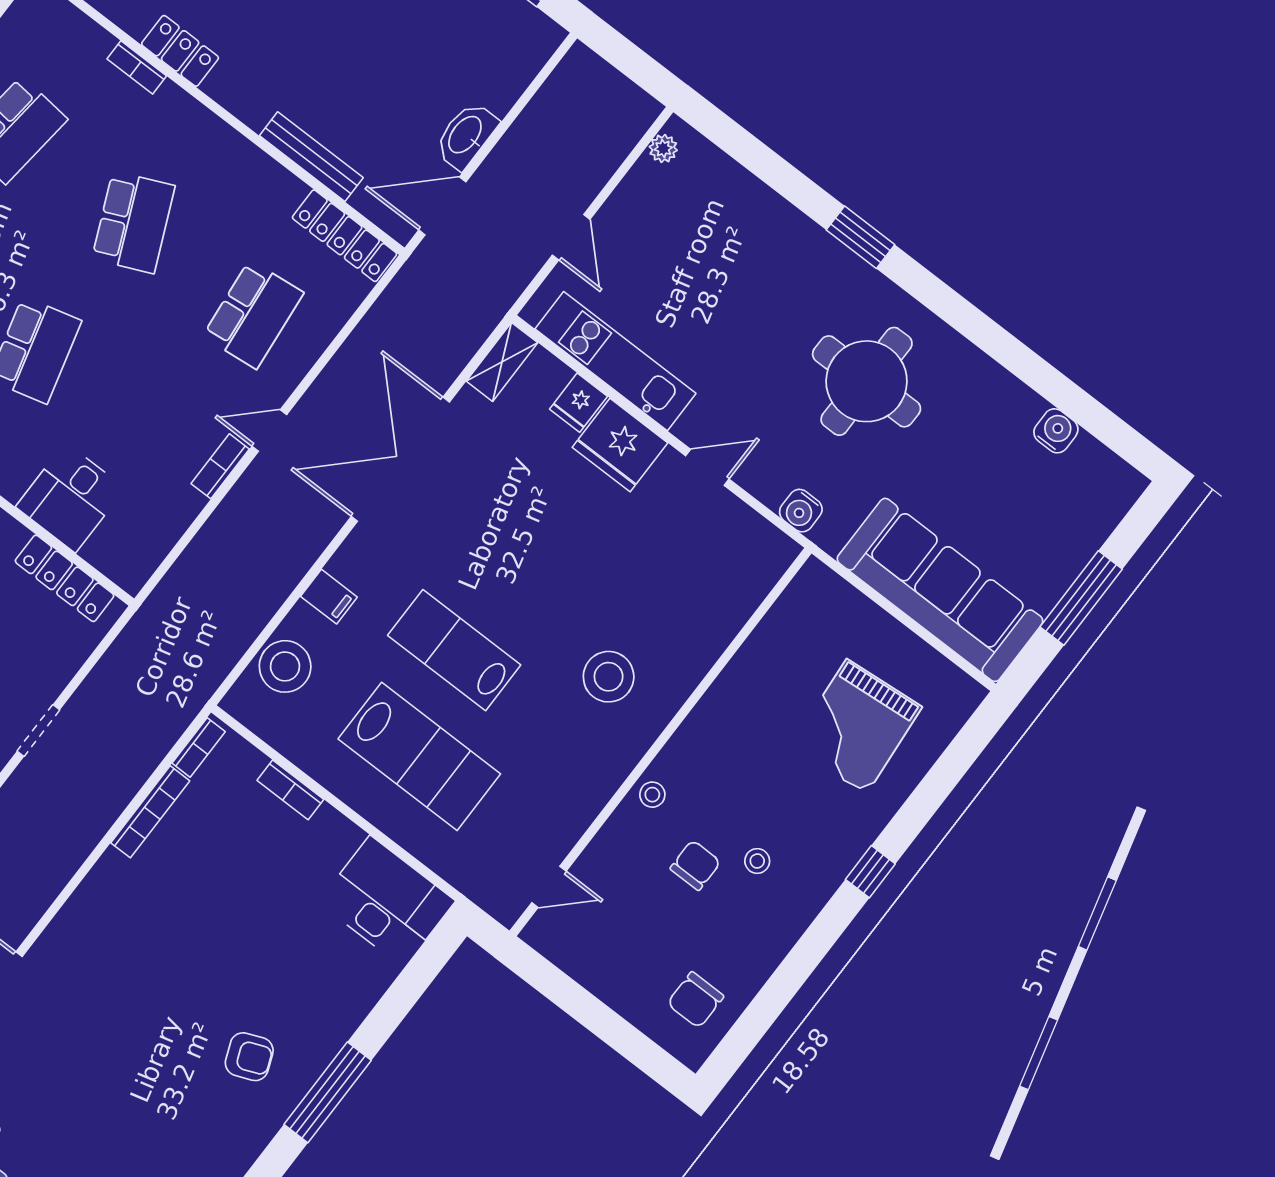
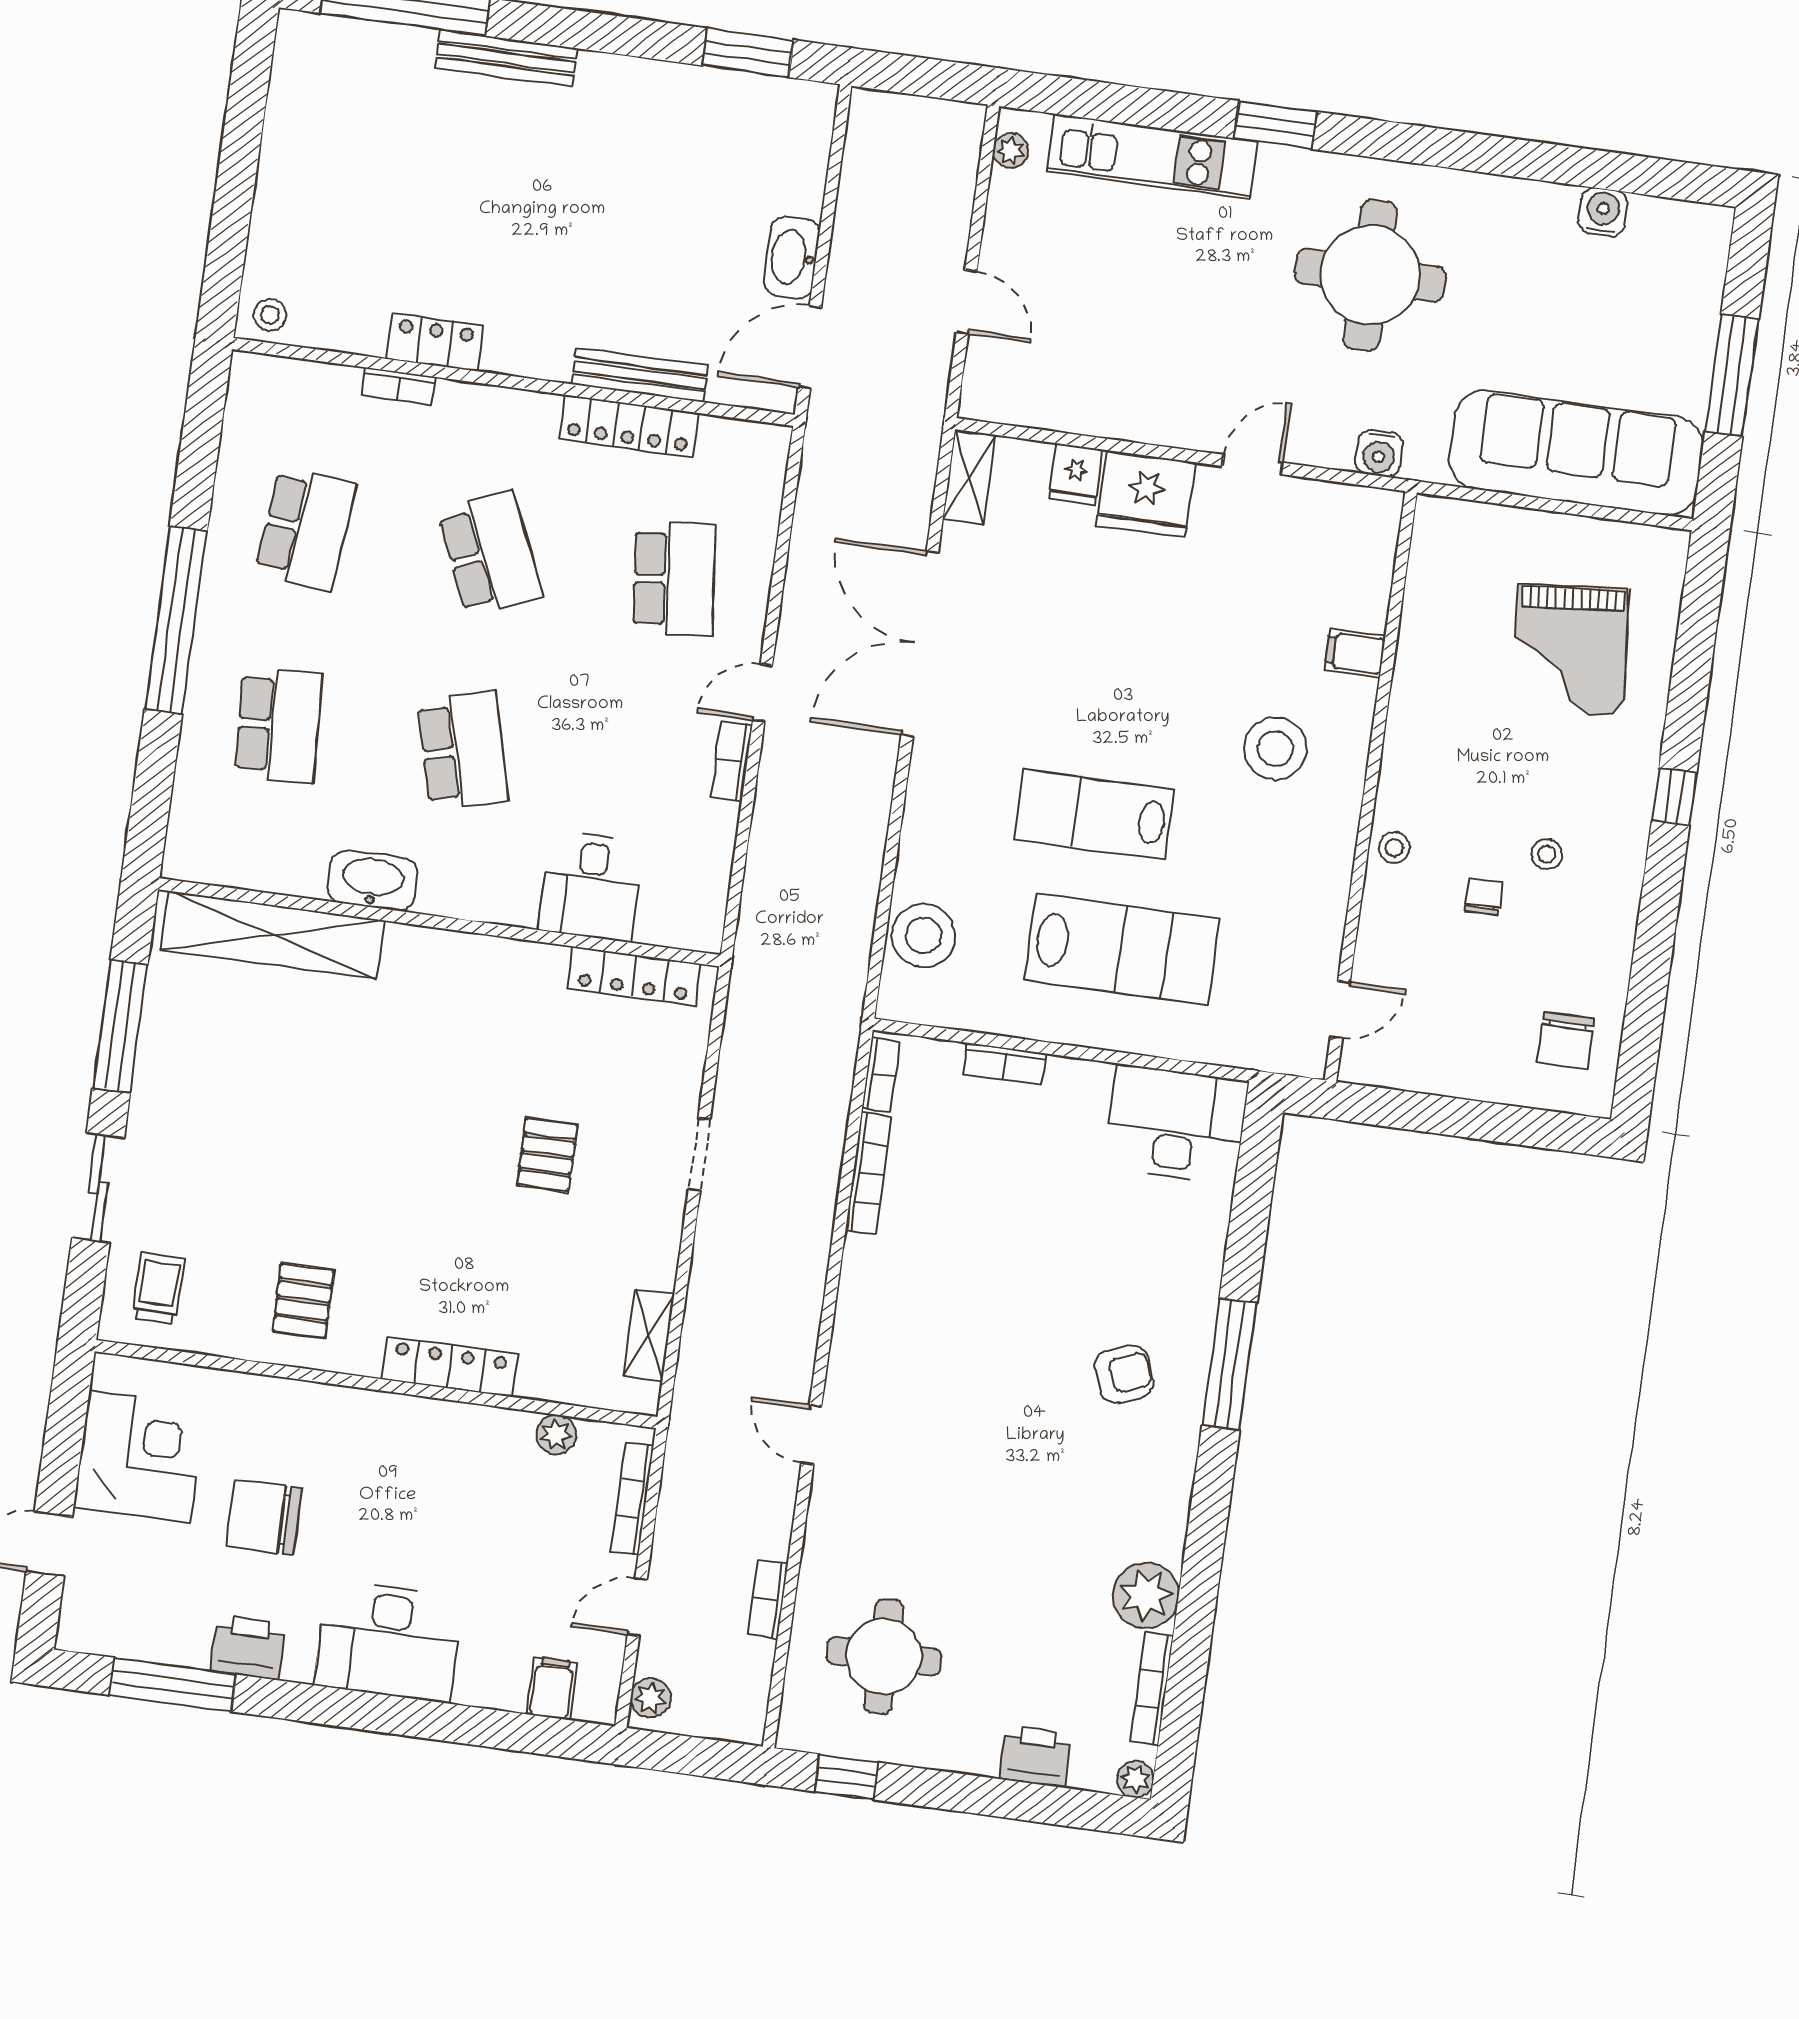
locker: (345, 236) -> (629, 426), moved
kitchen unit: (615, 361) -> (1152, 156), moved, turned 180
filing cabinet: (329, 597) -> (1355, 653), moved, turned 180
chair: (695, 865) -> (1483, 897), width x0.73, depth x0.73

